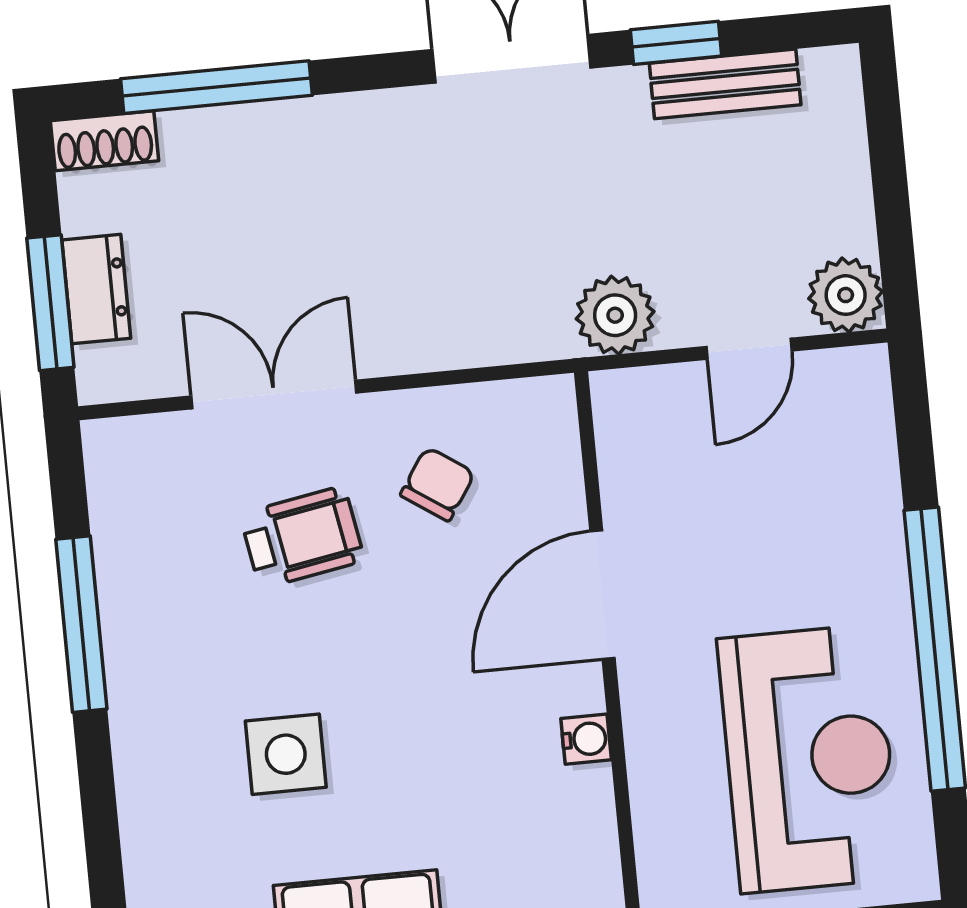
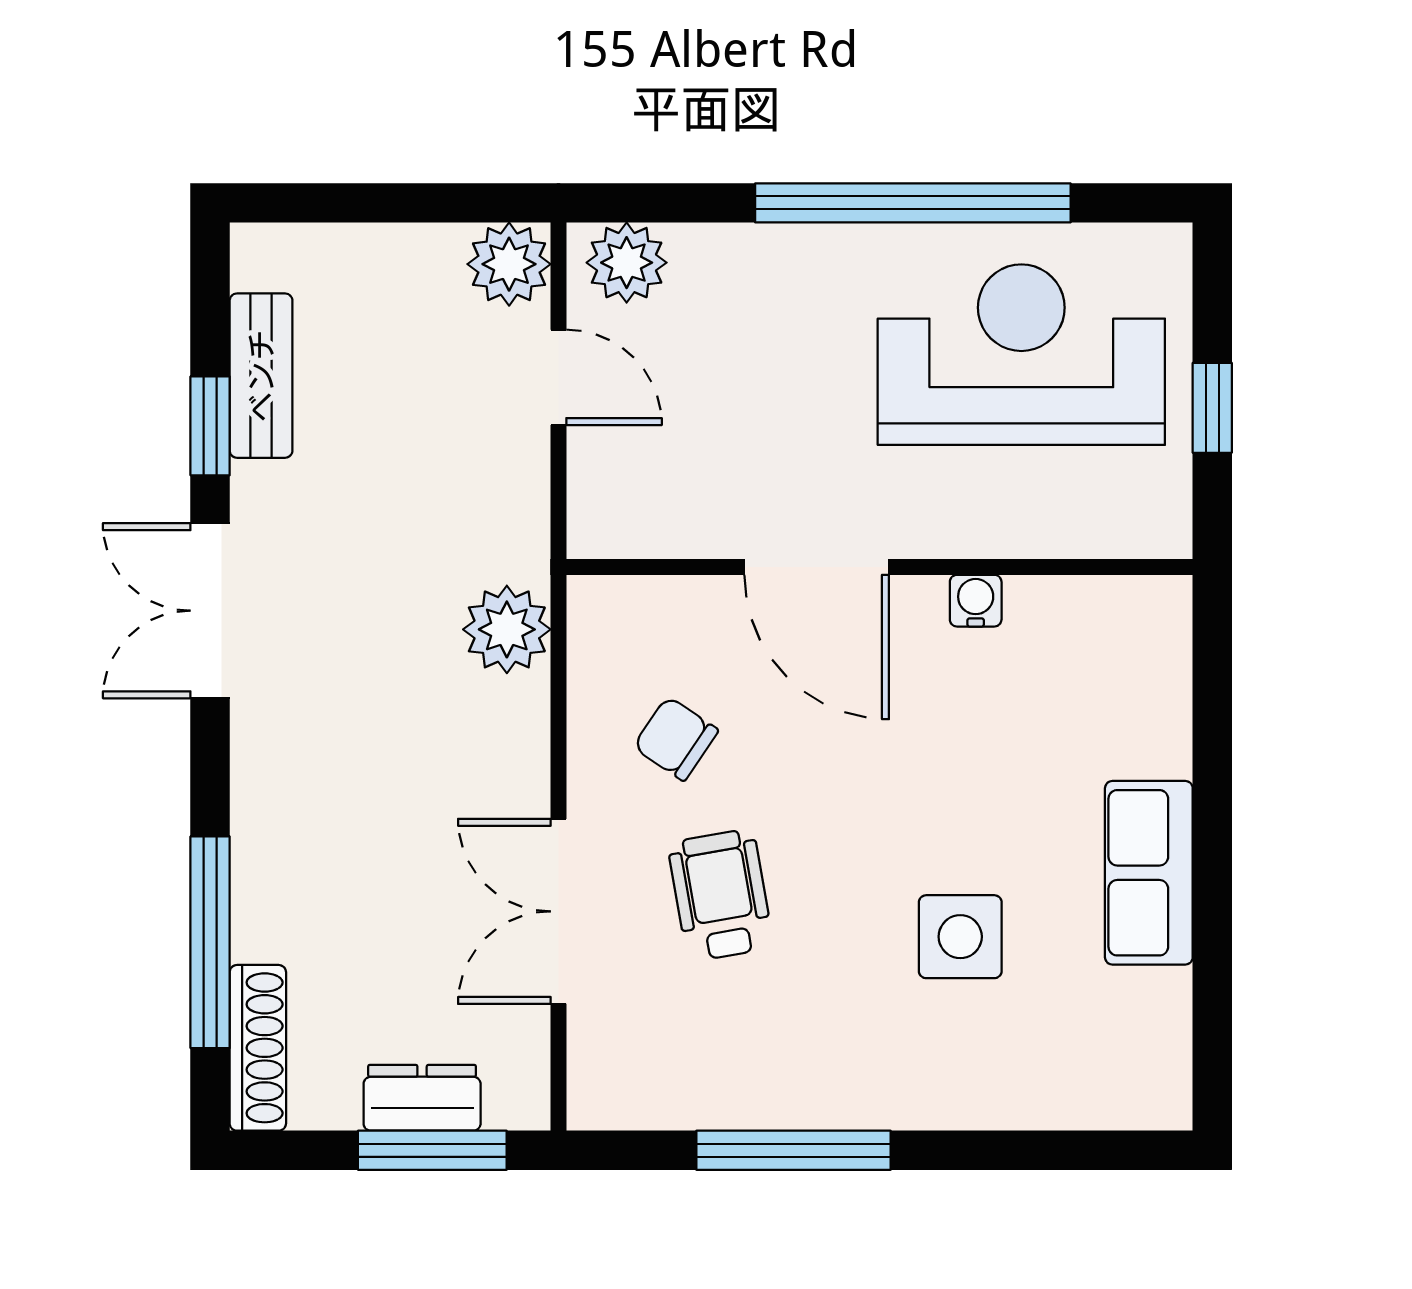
shoe rack: (105, 141) -> (258, 1048), width x1.43
plant: (615, 315) -> (507, 629), moved
plant: (857, 399) -> (627, 263), added

